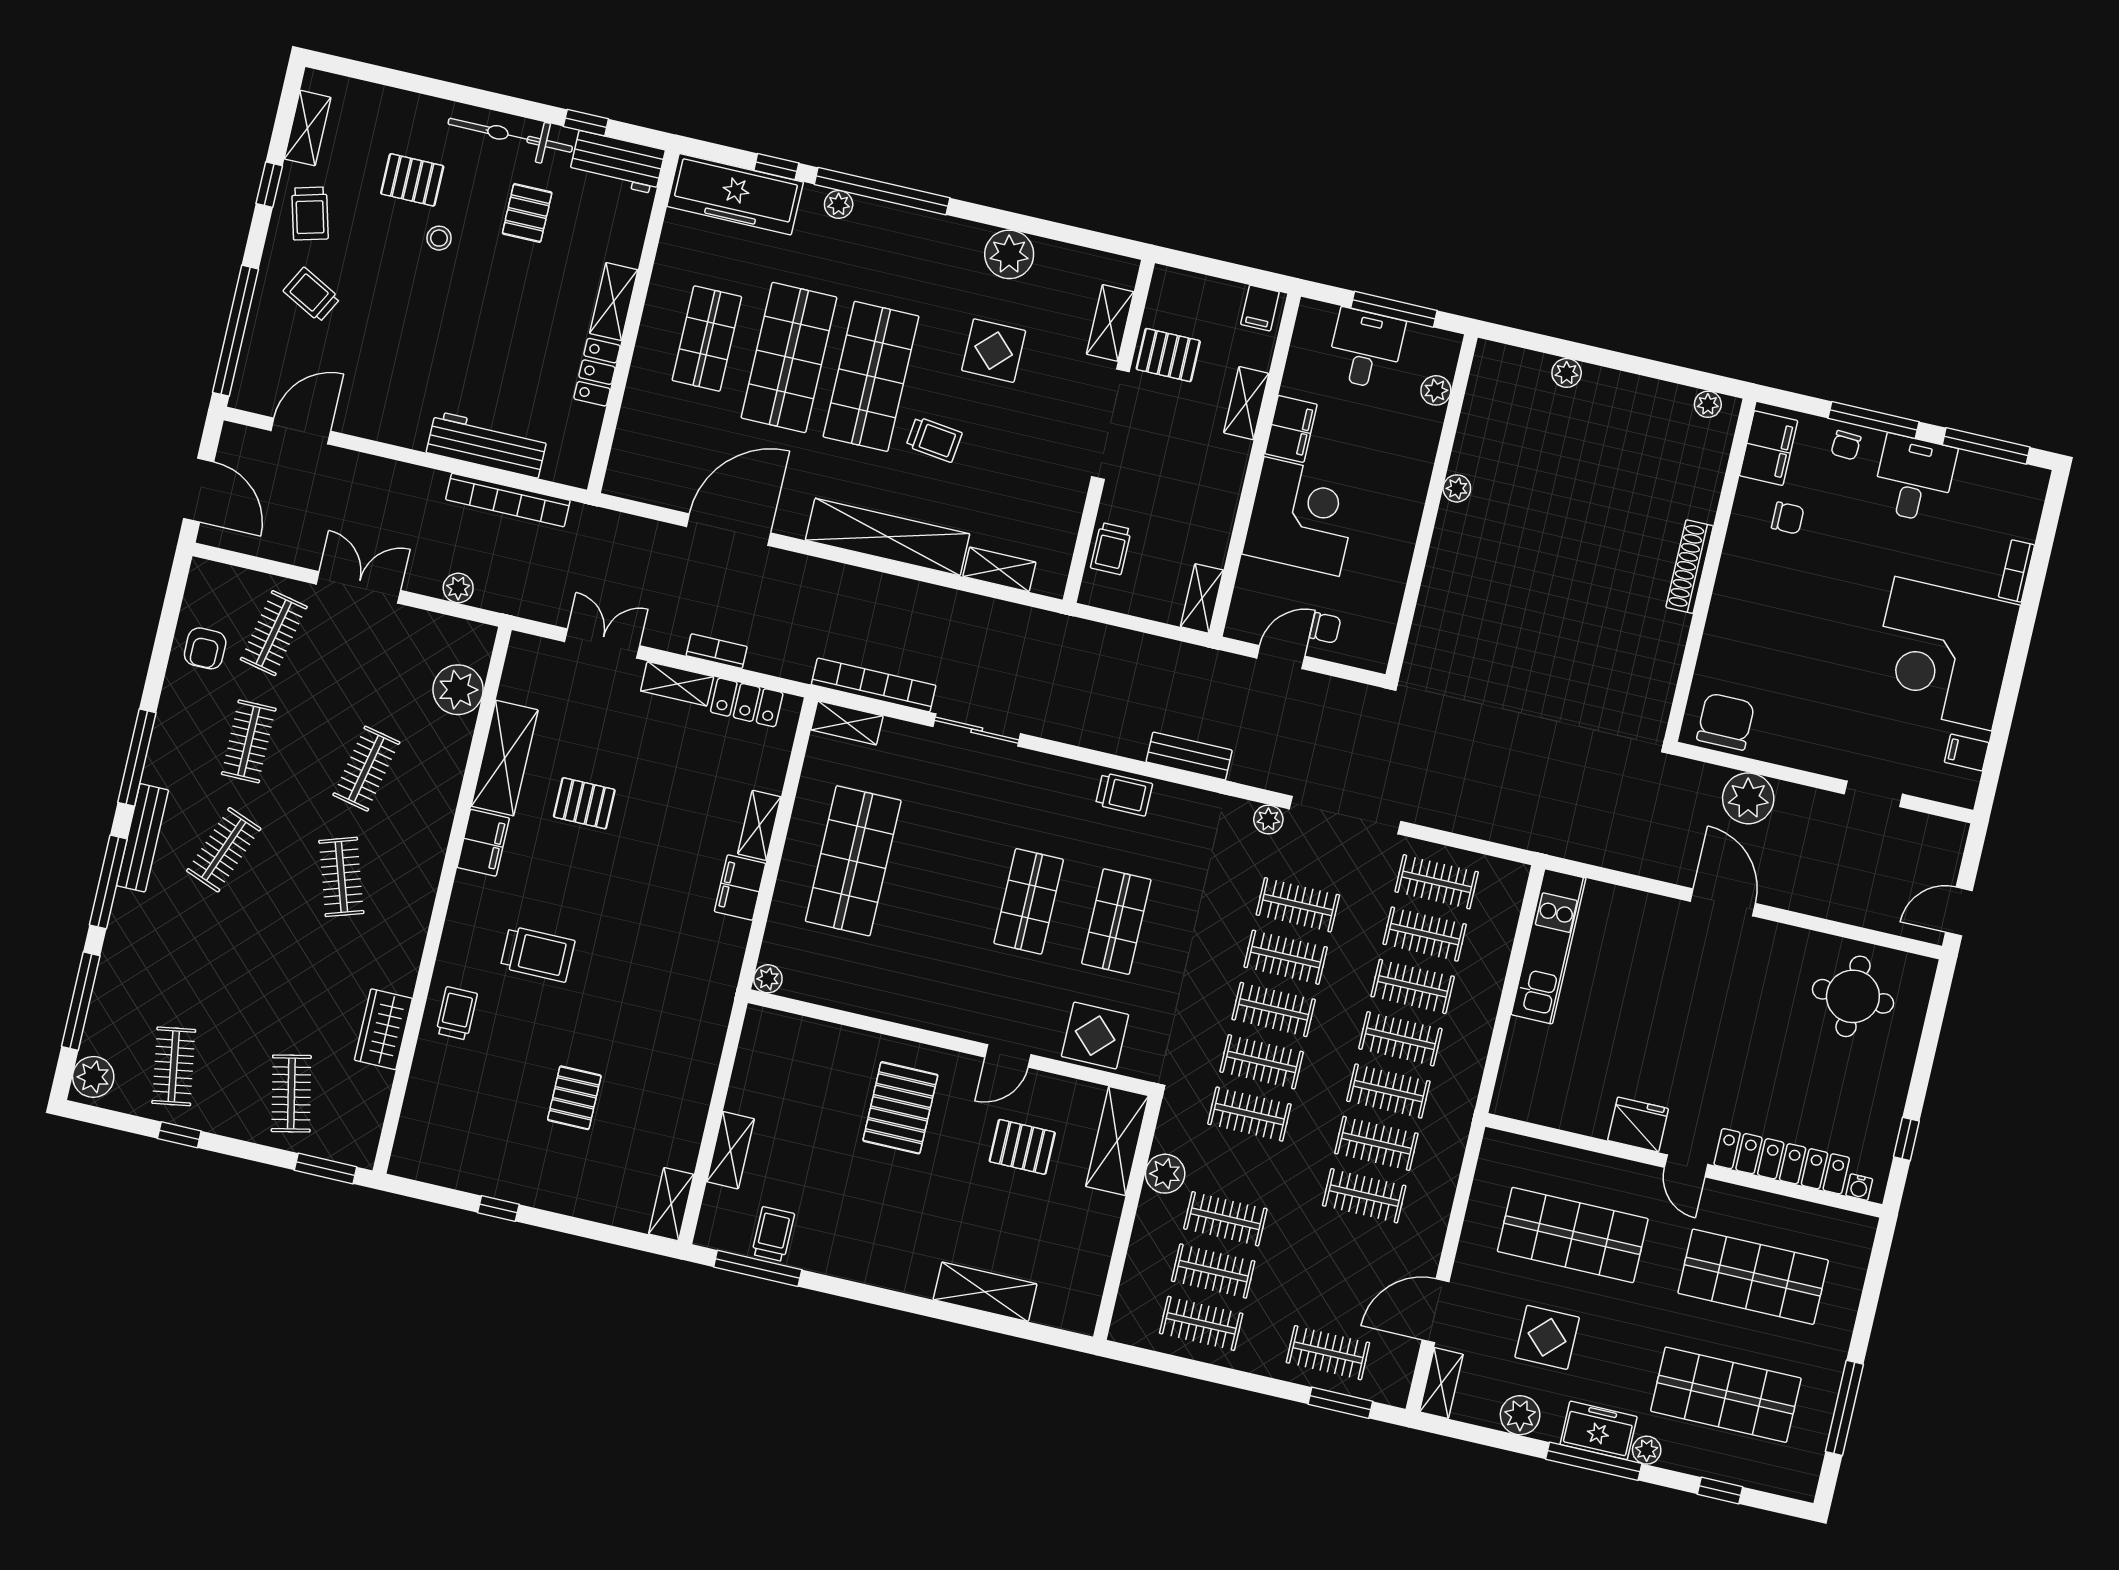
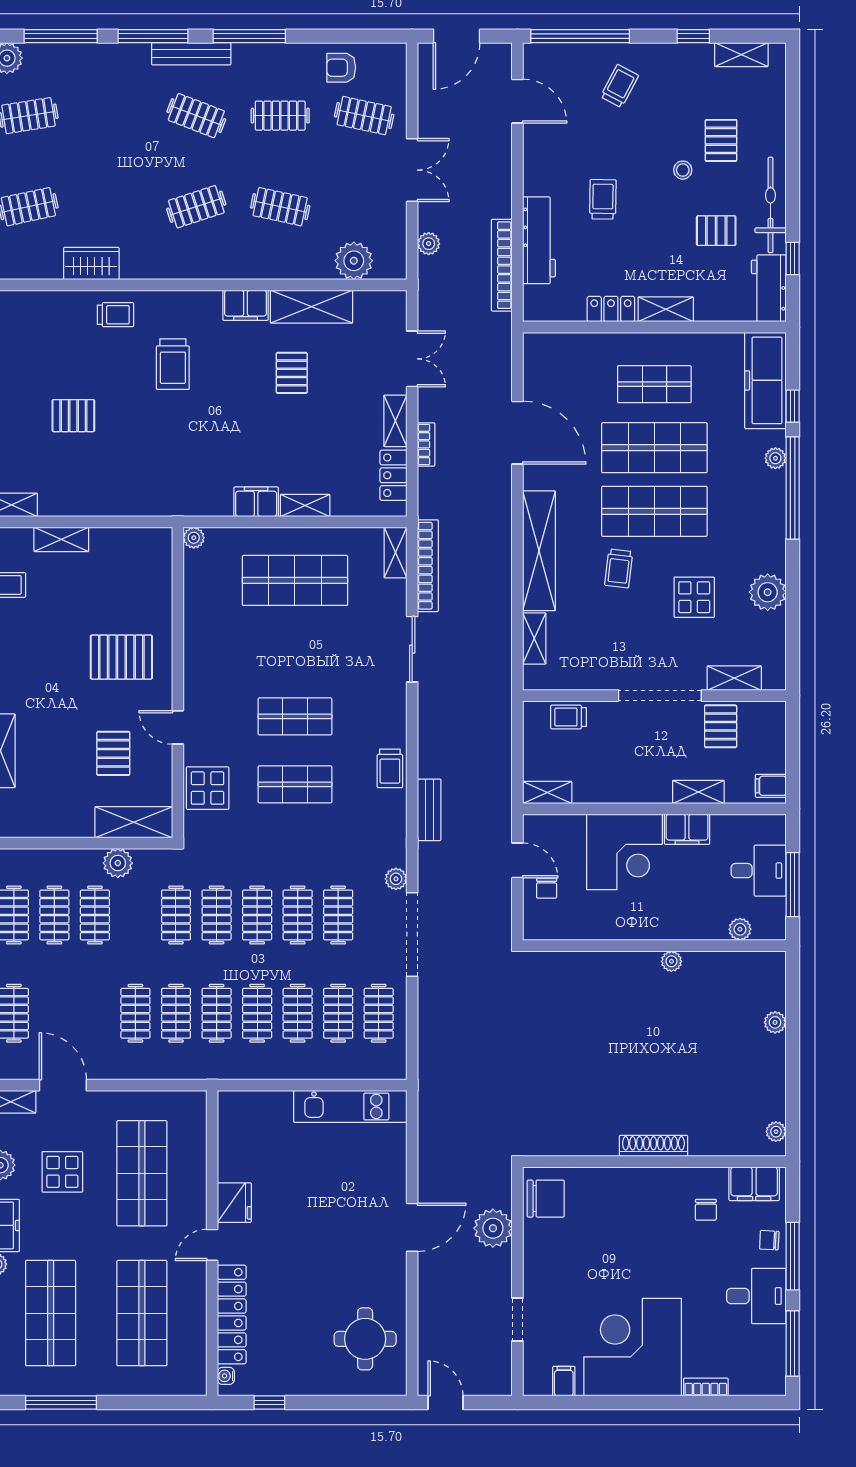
trolley: (310, 214) -> (603, 199), moved, turned 106

